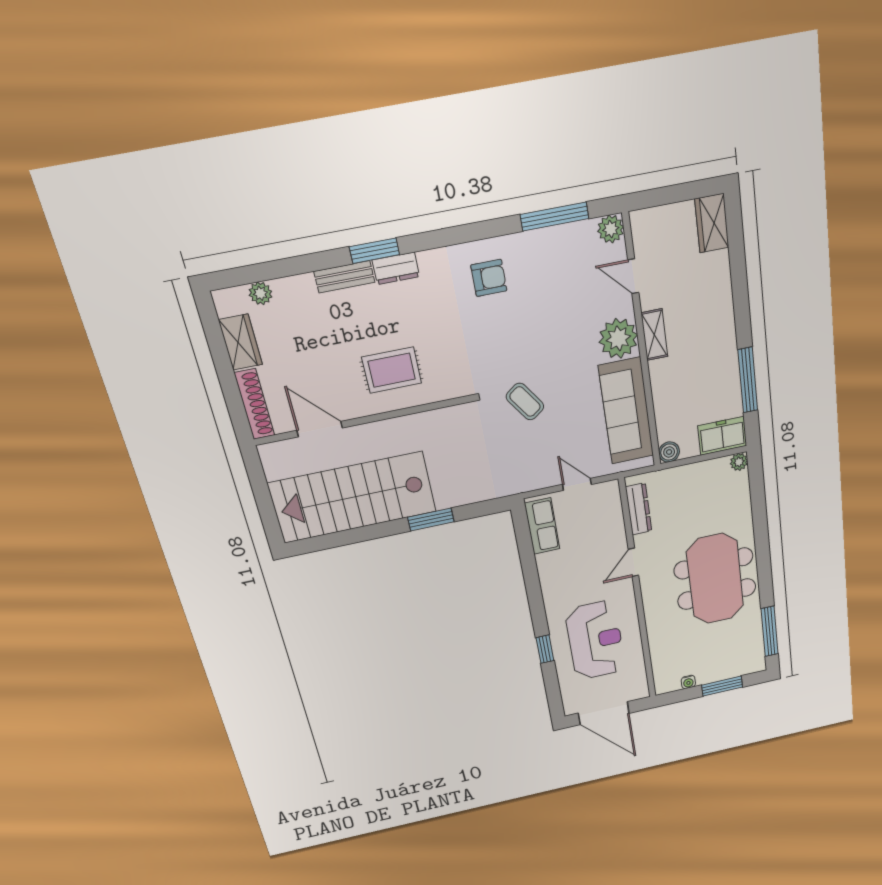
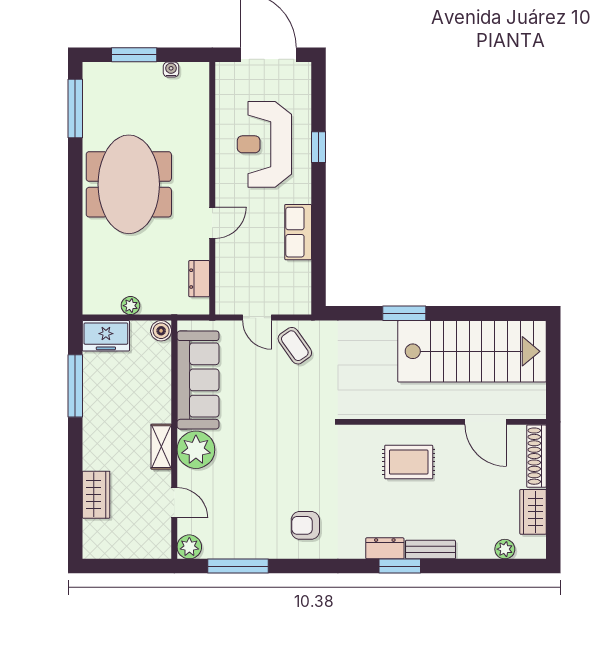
wardrobe: (712, 223) -> (96, 495), moved
coffee table: (525, 402) -> (295, 346), moved
plant: (739, 462) -> (130, 306), moved
dresser: (639, 509) -> (199, 279), width x0.70
row of seats: (542, 526) -> (298, 232), moved

